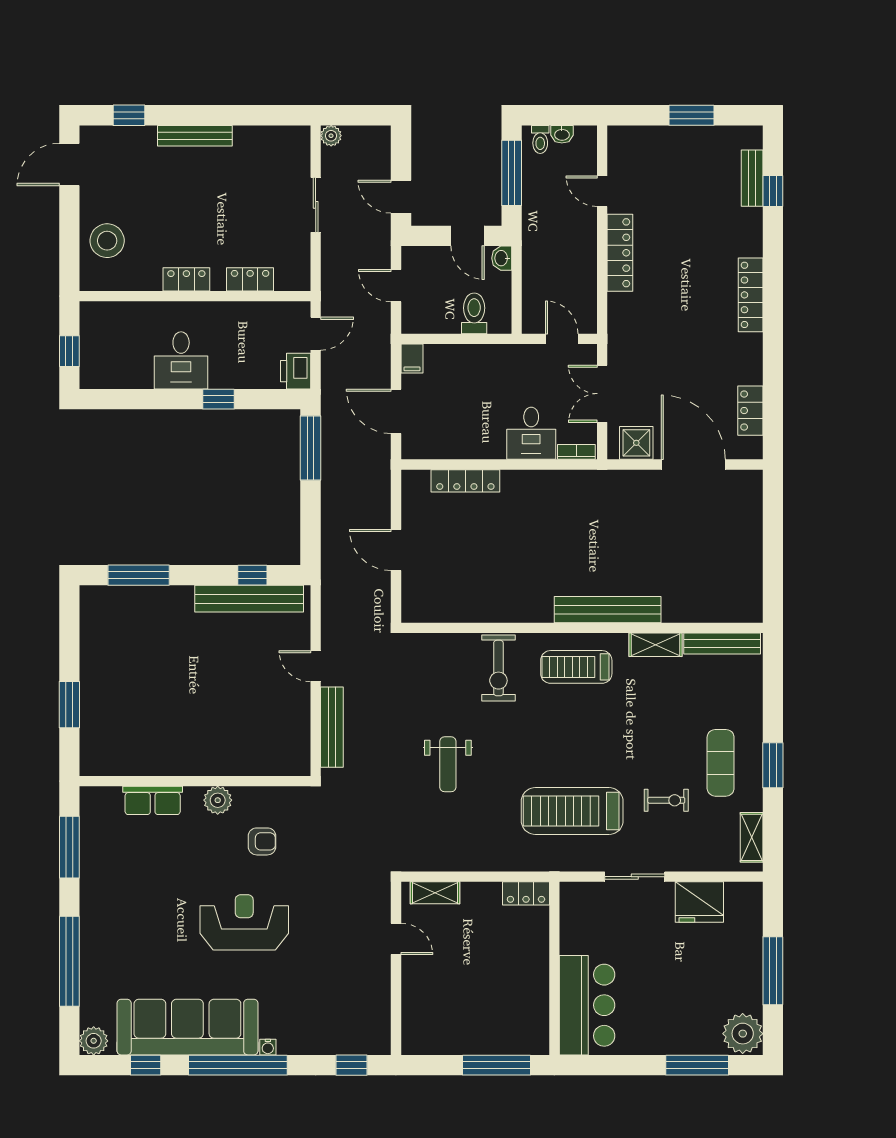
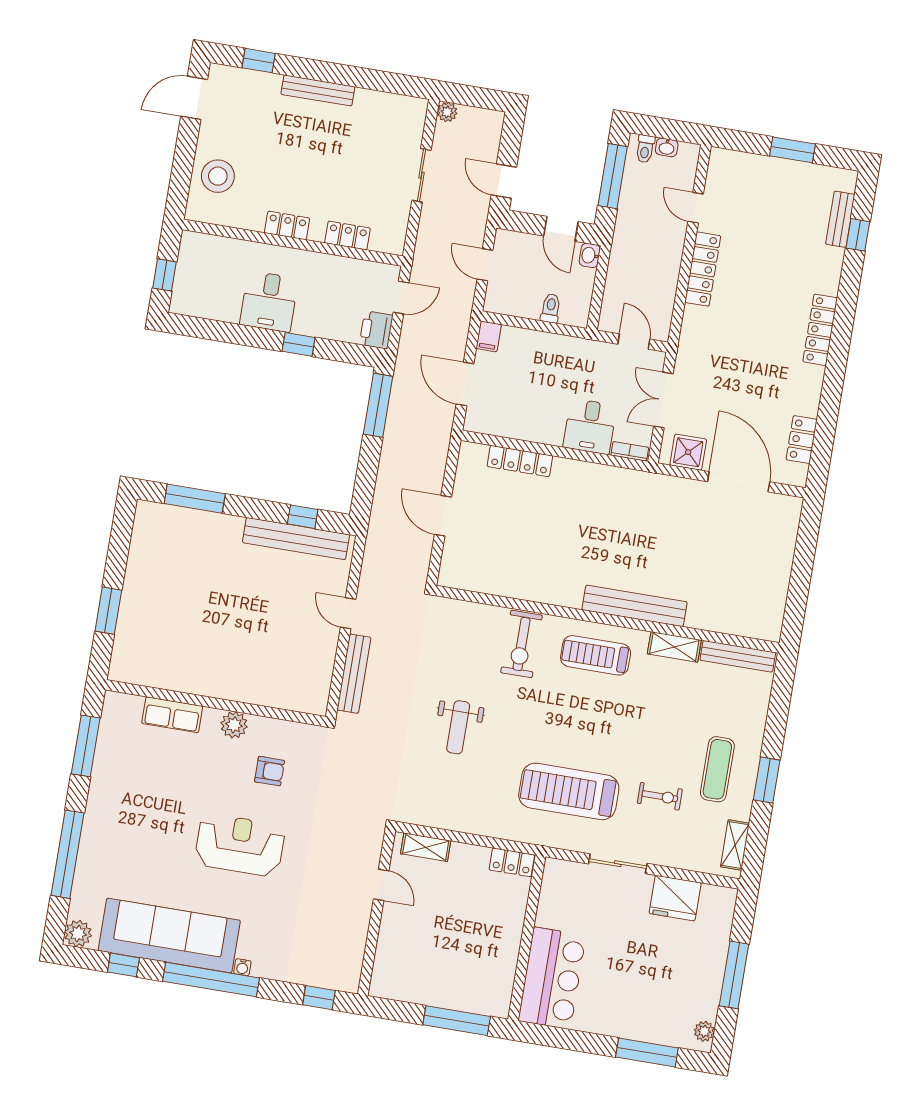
toilet: (474, 313) -> (551, 308), width x0.73, depth x0.72
plant: (743, 1034) -> (704, 1031), width x0.53, depth x0.53

